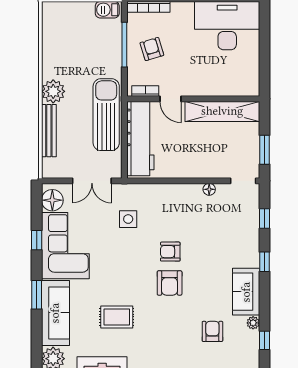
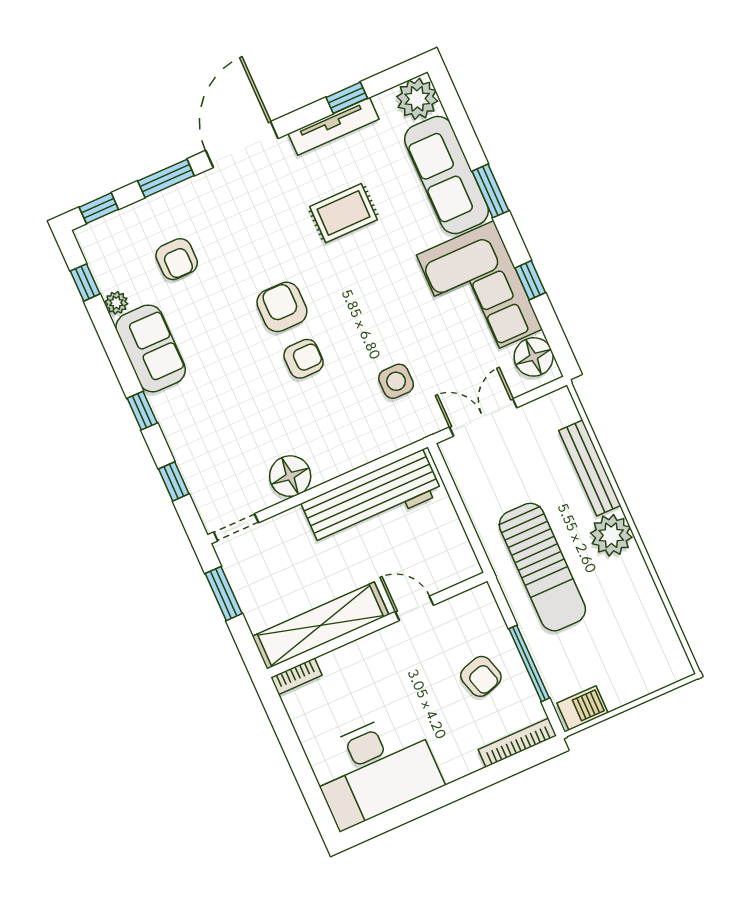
bookcase: (145, 91) -> (296, 676), moved
sun lounger: (106, 115) -> (542, 567), moved
workbench: (140, 139) -> (372, 498), moved, turned -90
floor lamp: (209, 189) -> (290, 476), width x1.89, depth x1.89

